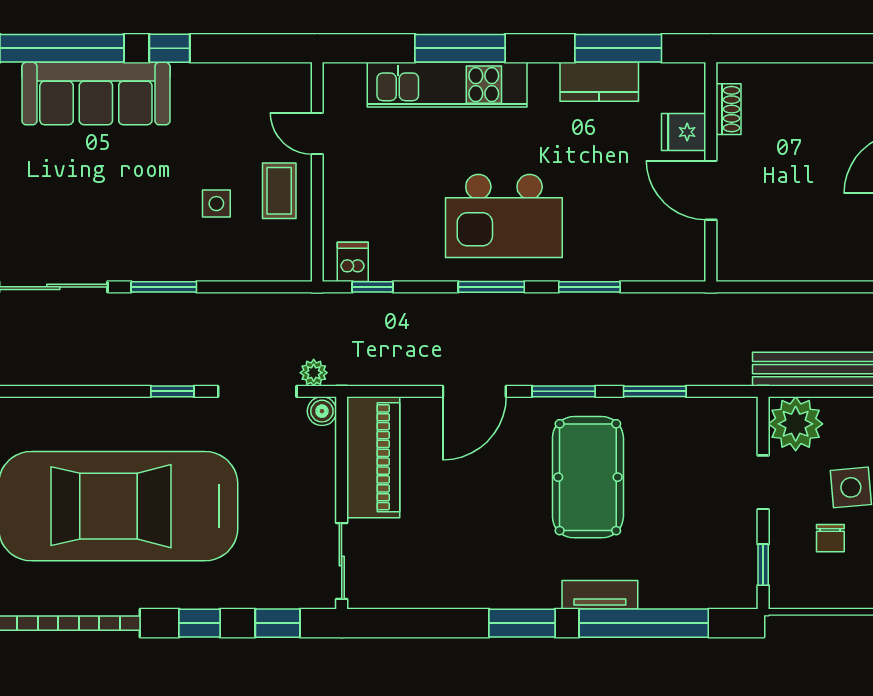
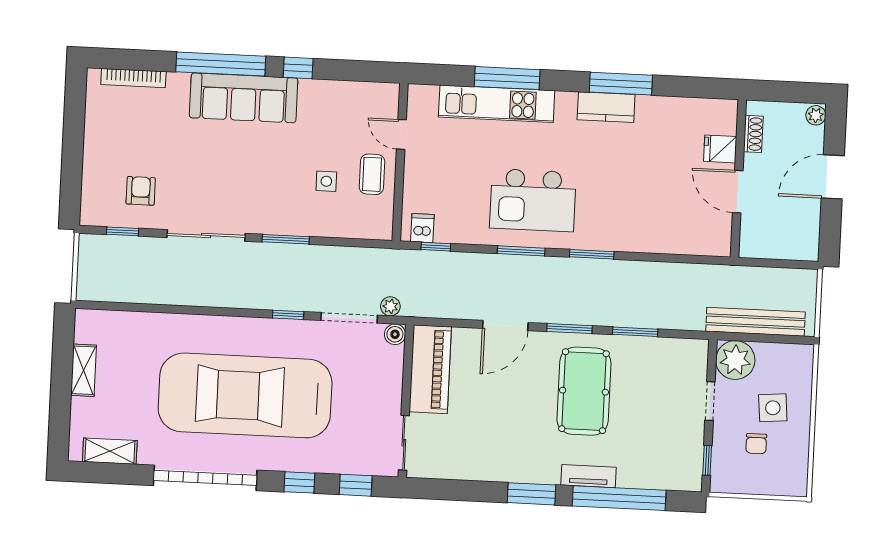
shoe rack: (729, 109) -> (753, 134), moved
fridge: (684, 132) -> (720, 149), moved
wall: (711, 172) -> (738, 179), moved
door: (711, 190) -> (738, 192), moved

